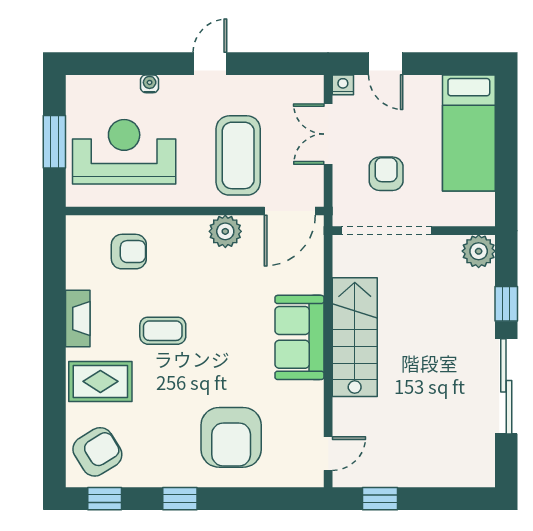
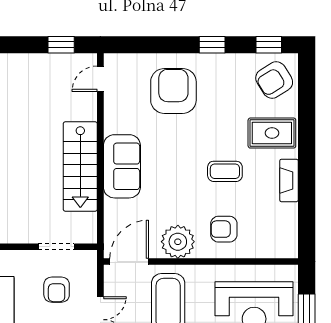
plant: (225, 231) -> (178, 242), width x1.36, depth x1.36
doorway: (387, 231) -> (56, 247), width x0.53
armchair: (129, 252) -> (224, 229), moved

